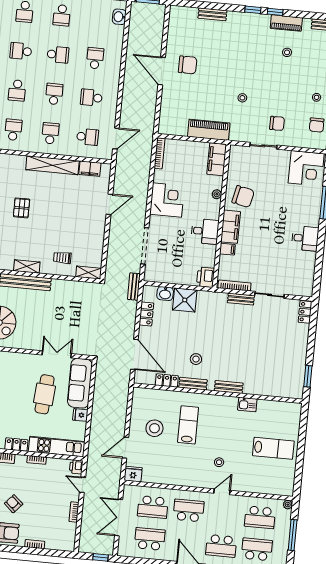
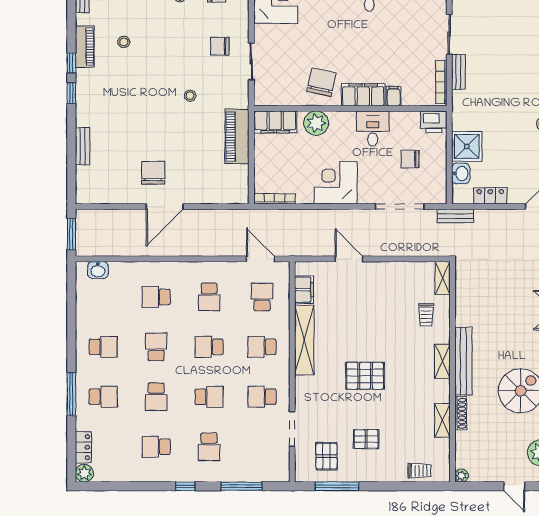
chair: (277, 123) -> (220, 46), turned -90
plant: (217, 194) -> (316, 123), width x1.88, depth x1.88
pallet: (22, 208) -> (365, 376), width x1.50, depth x1.42
chair: (179, 257) -> (410, 159), added

